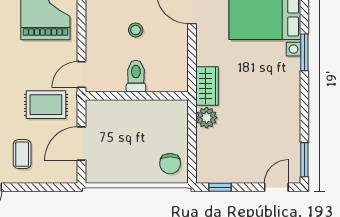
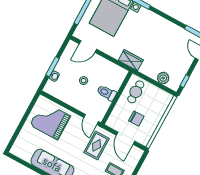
plant: (207, 118) -> (163, 78), moved
cafe table: (162, 120) -> (136, 92), added
chair: (170, 164) -> (136, 119), moved

